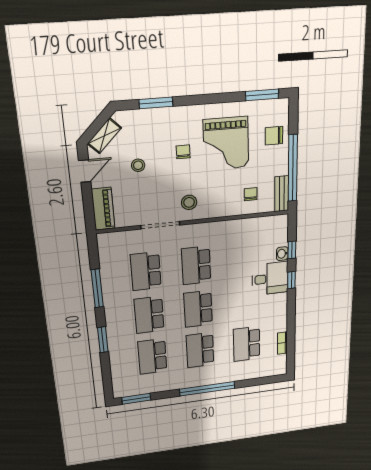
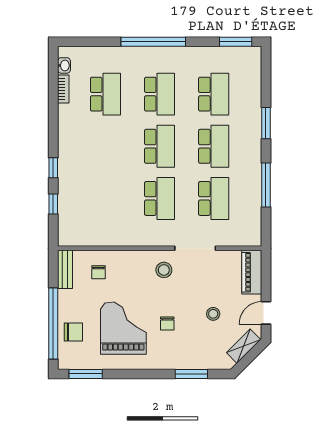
window: (293, 168) -> (53, 324), moved
washbasin: (282, 254) -> (64, 65), moved
desk: (270, 279) -> (78, 173), removed

